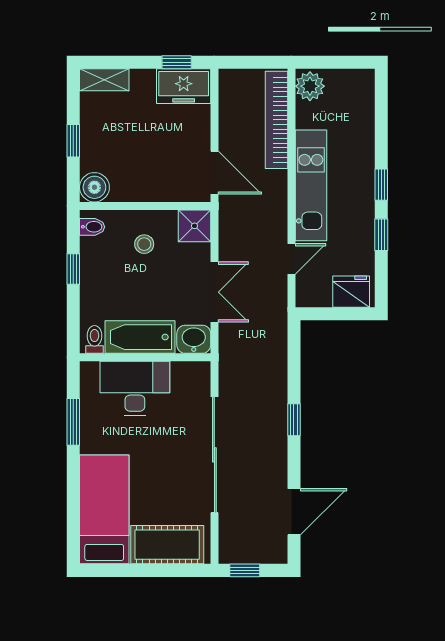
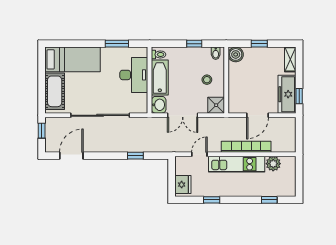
freezer: (184, 86) -> (287, 94), width x1.40
plant: (310, 86) -> (273, 164), moved
bookcase: (277, 120) -> (246, 147), moved
door: (214, 173) -> (257, 115), moved
window: (381, 185) -> (269, 200), moved
door: (291, 259) -> (199, 154), swing flipped
window: (294, 420) -> (135, 156), moved
door: (294, 512) -> (71, 156), swing flipped

